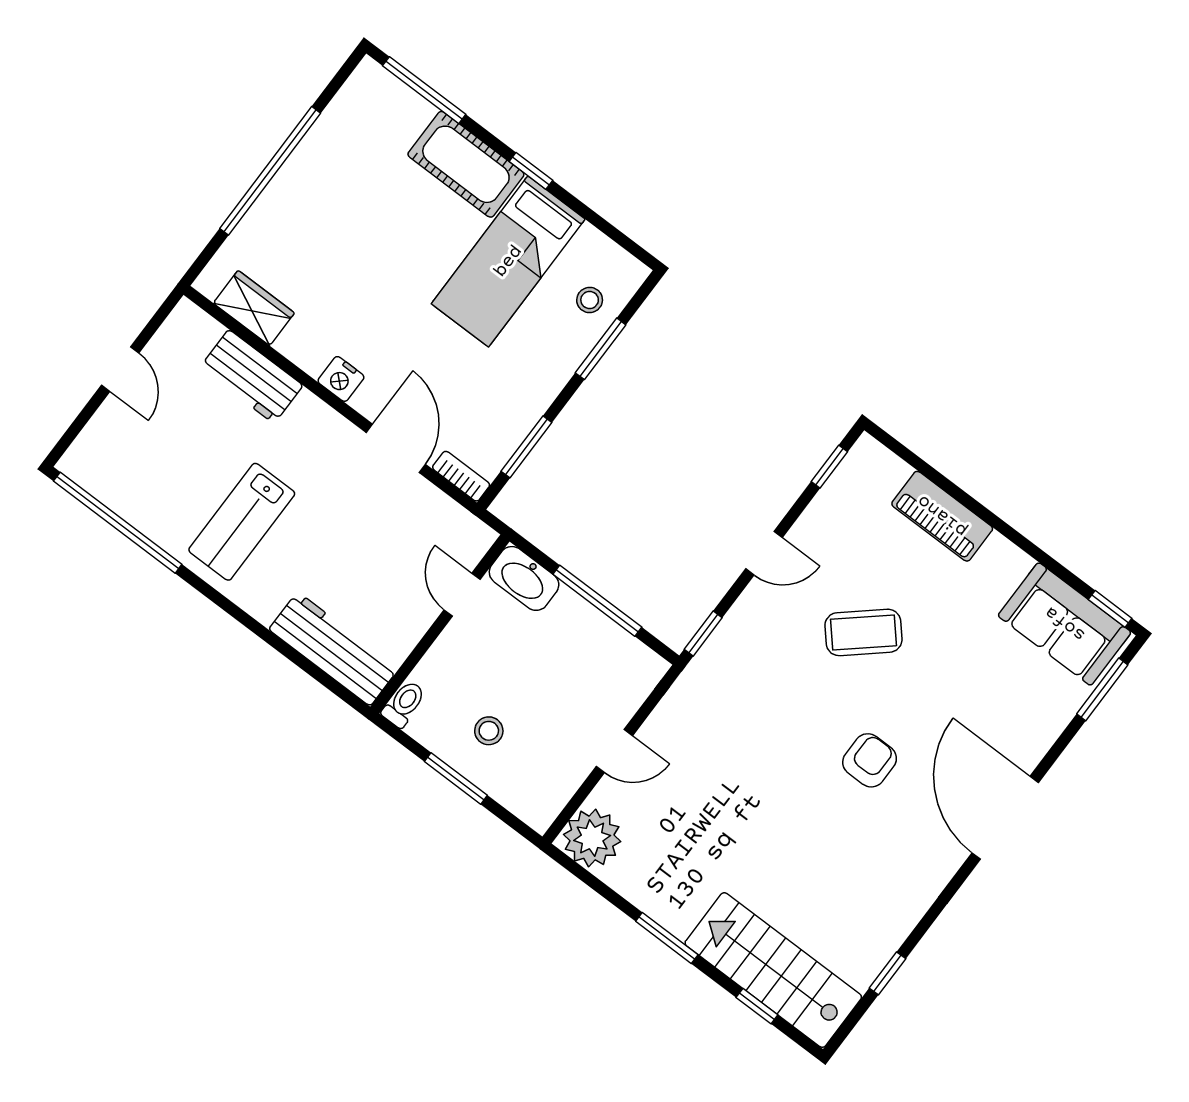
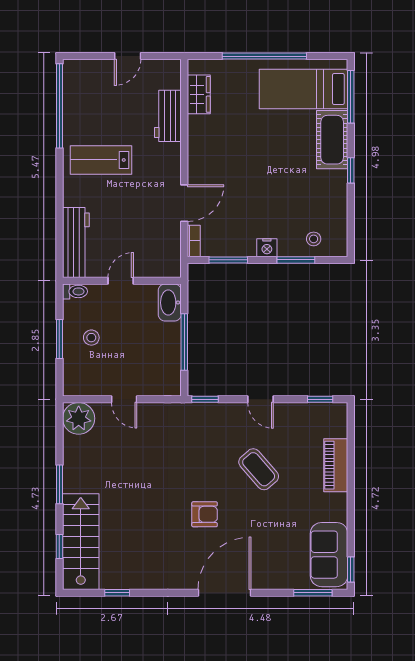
bed: (508, 261) -> (304, 89), moved
nightstand: (341, 379) -> (267, 248), moved, turned -90
door: (462, 595) -> (121, 281), moved

